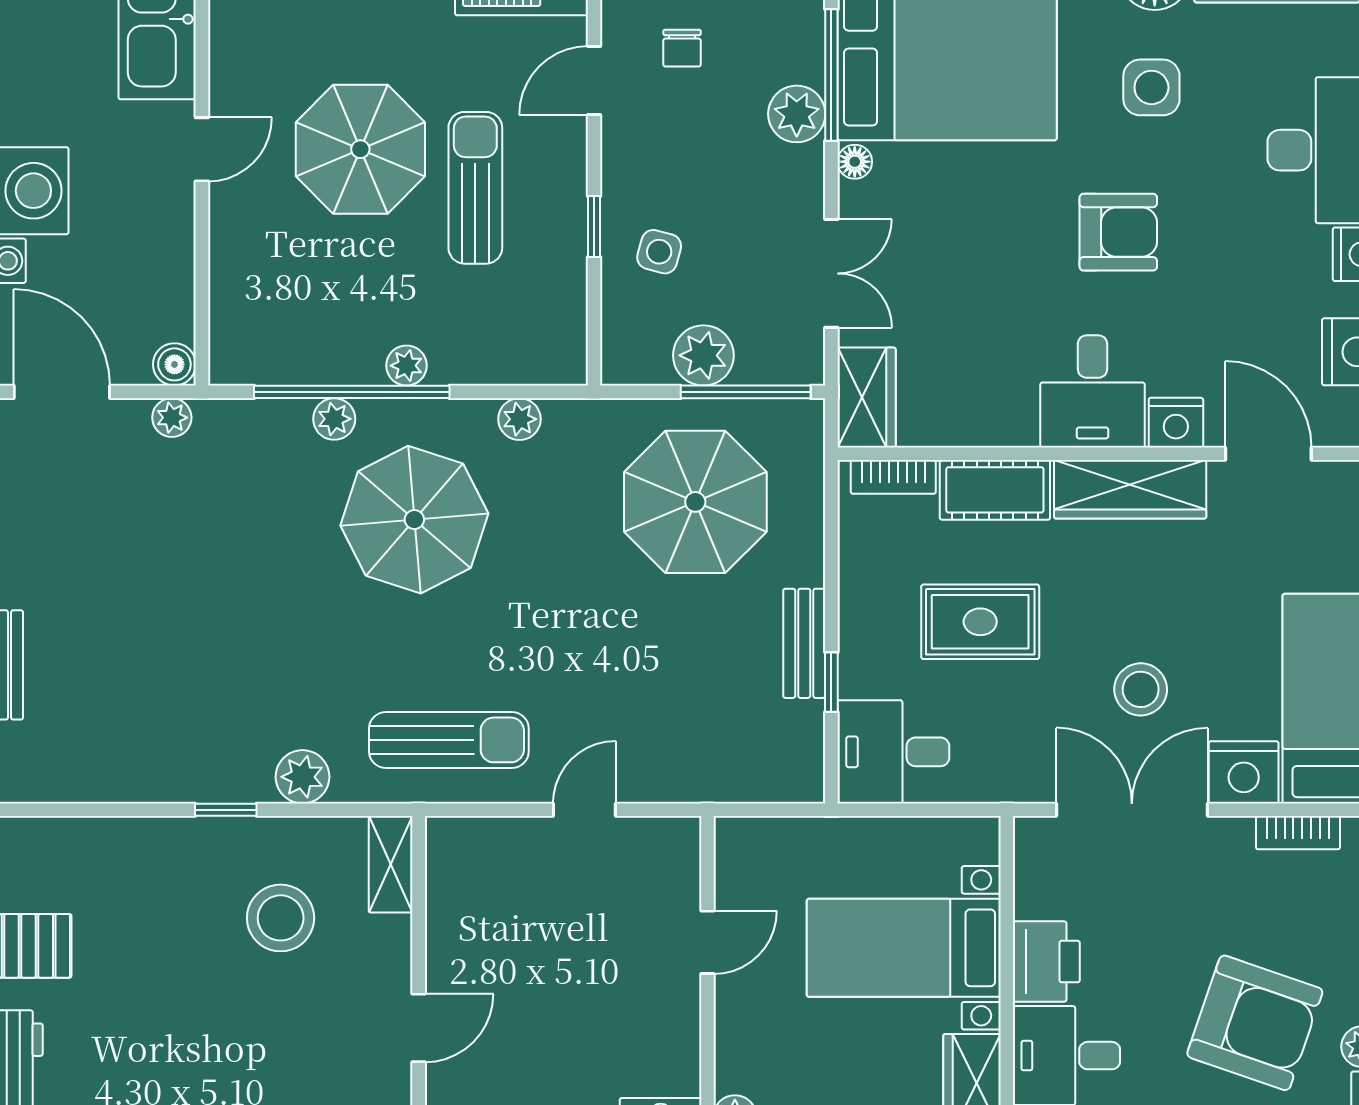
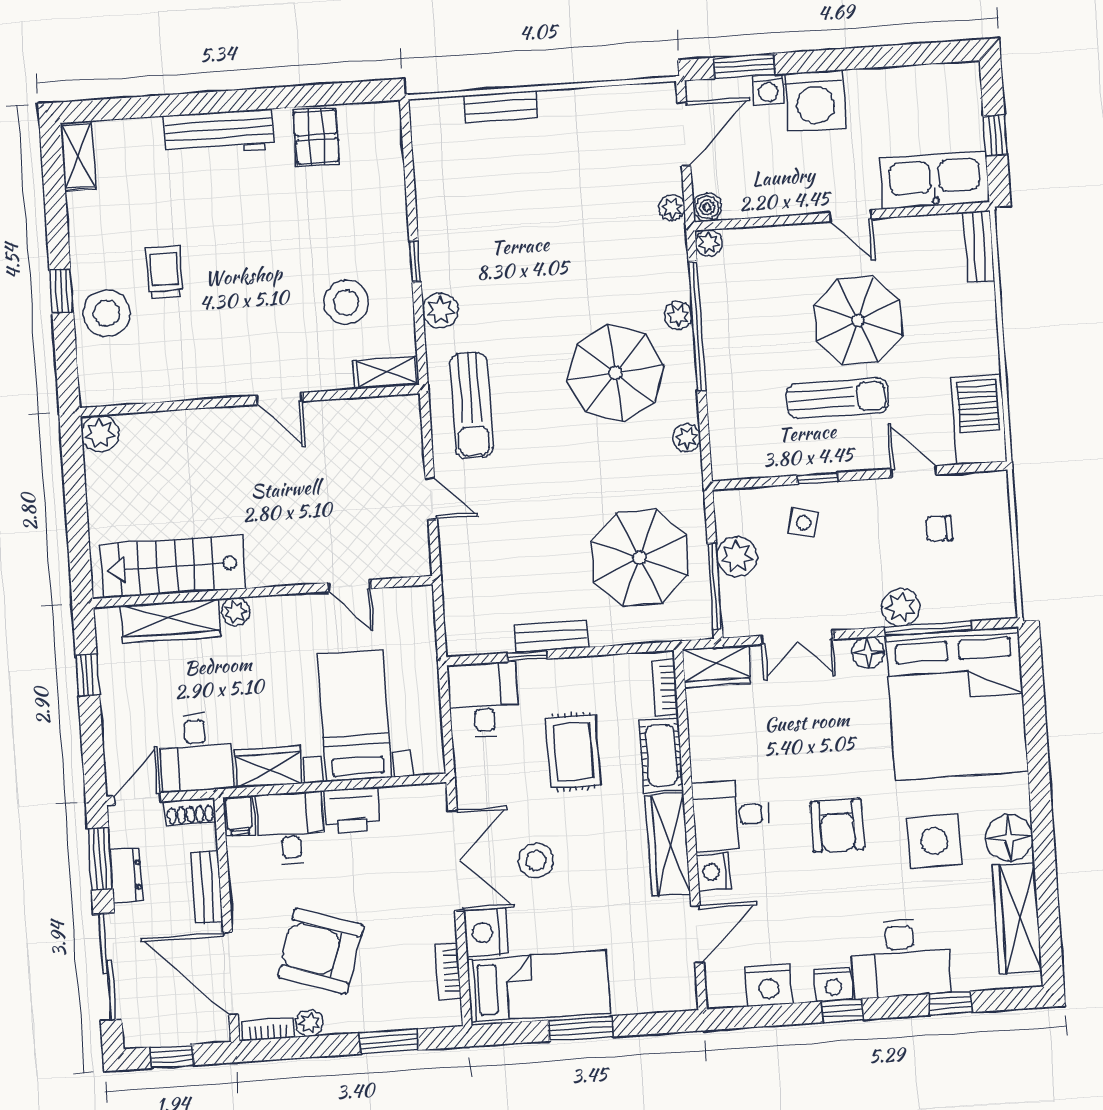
side table: (1151, 87) -> (934, 841), width x1.37, depth x1.37
floor lamp: (855, 162) -> (868, 652), width x1.37, depth x1.37
plant: (406, 366) -> (709, 243), moved
armchair: (1255, 1023) -> (321, 951), turned 89

